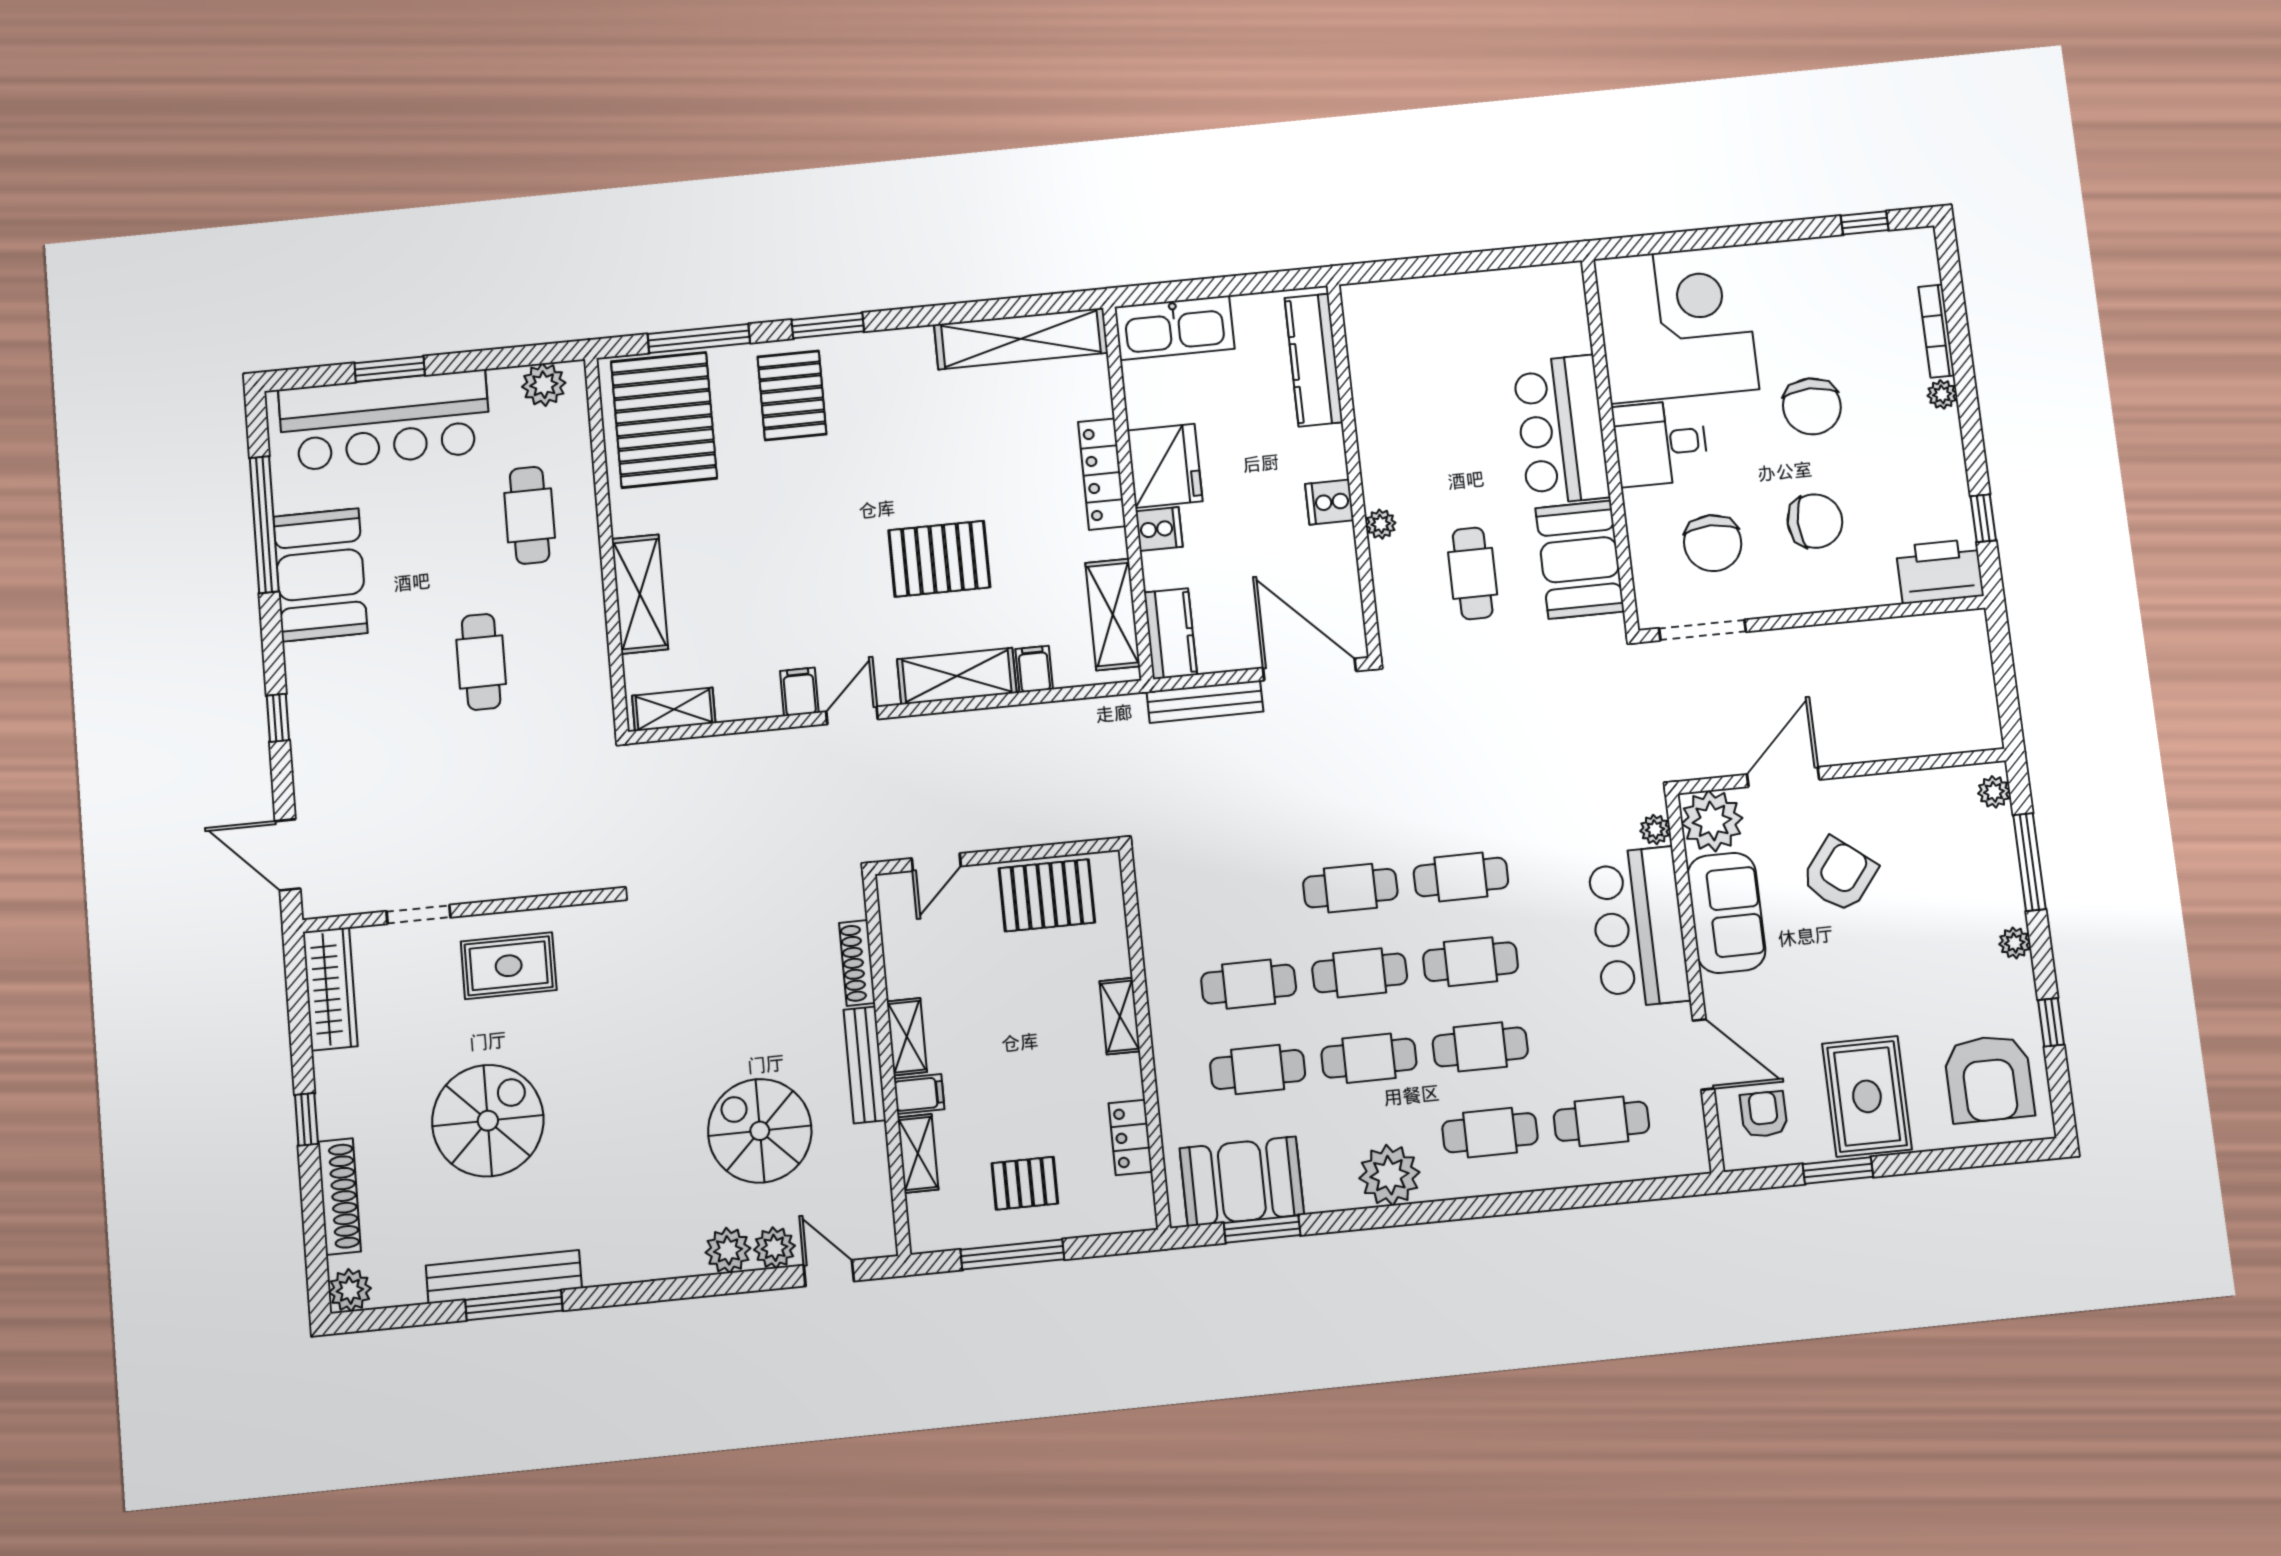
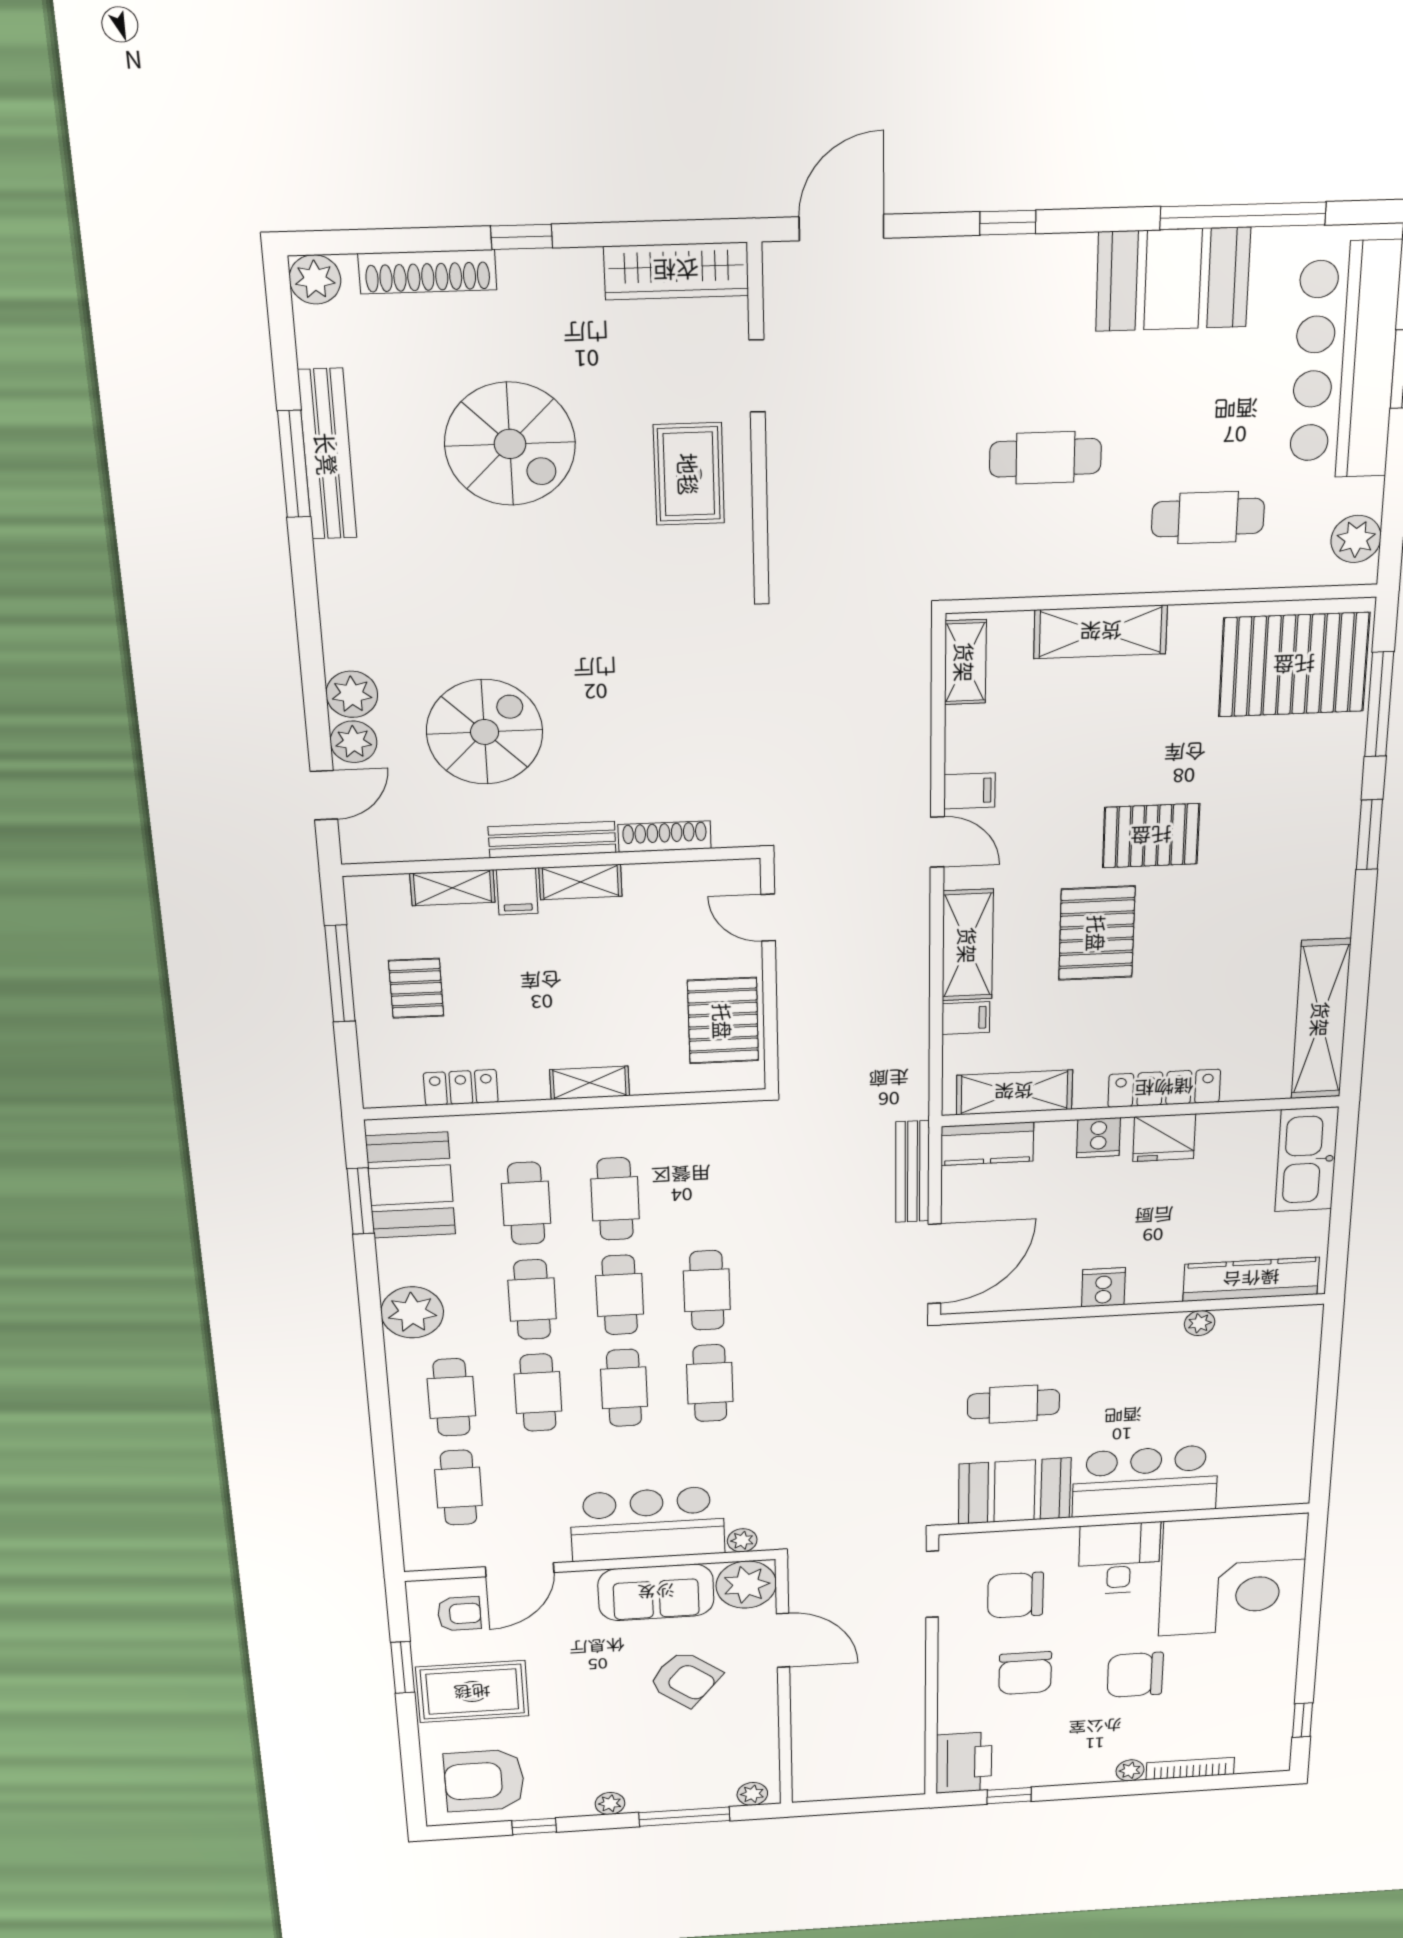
pallet: (792, 395) -> (1151, 836), moved
fridge: (1165, 466) -> (1164, 1138), width x0.73, depth x0.75
plant: (1381, 524) -> (1200, 1323), moved

